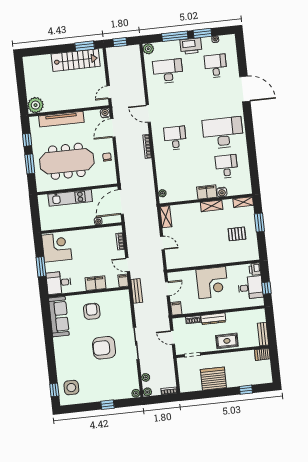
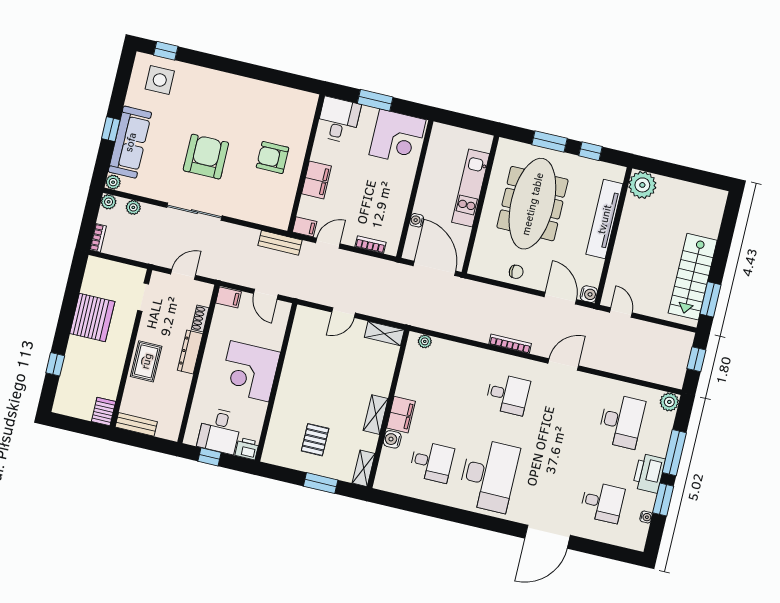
armchair: (92, 311) -> (273, 158), turned 180
sofa: (59, 317) -> (130, 142), moved, turned -90

